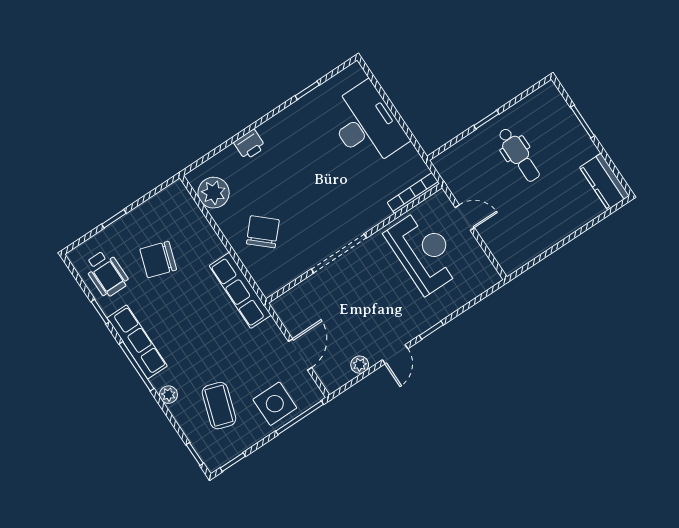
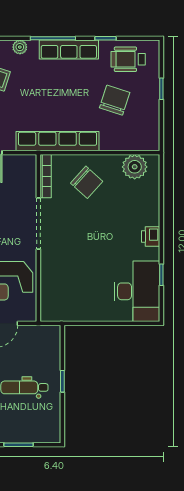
desk: (367, 125) -> (137, 291), moved, turned -90
printer: (250, 145) -> (151, 236), moved
bookcase: (413, 193) -> (46, 176), moved
row of seats: (240, 290) -> (58, 141), width x1.36

